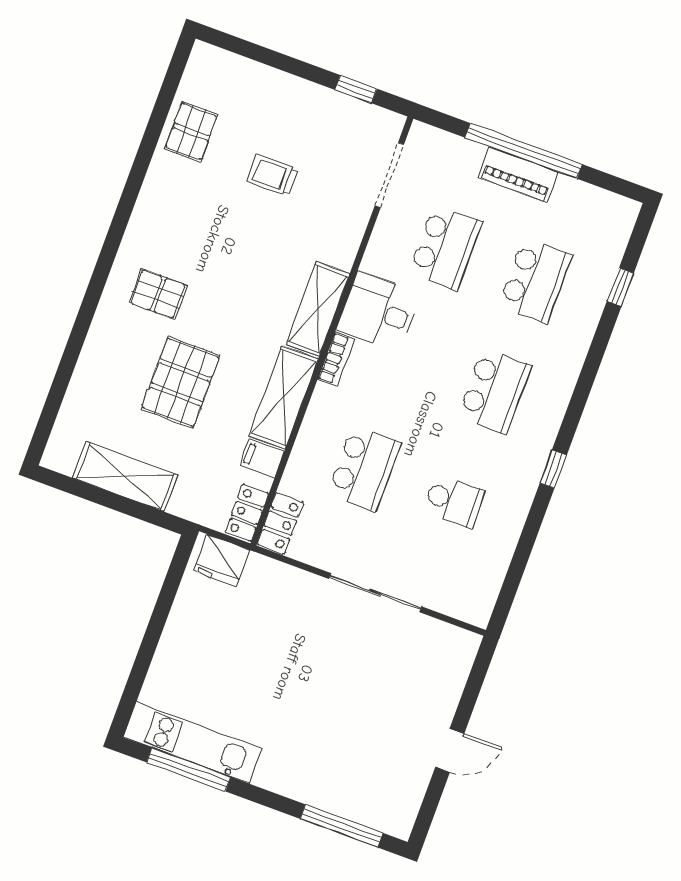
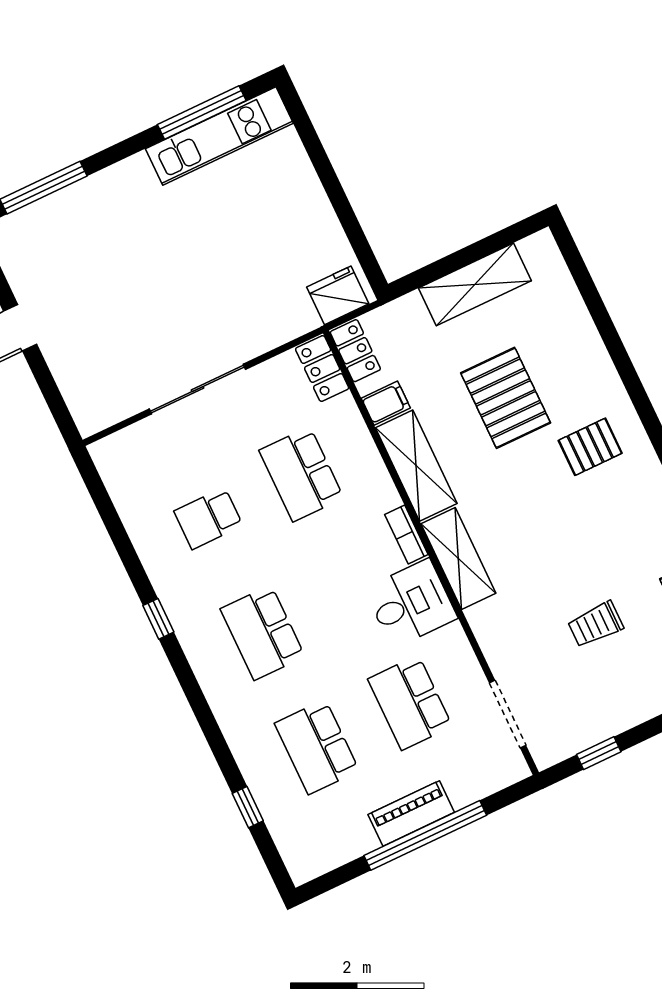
trolley: (272, 175) -> (596, 624), turned 180

